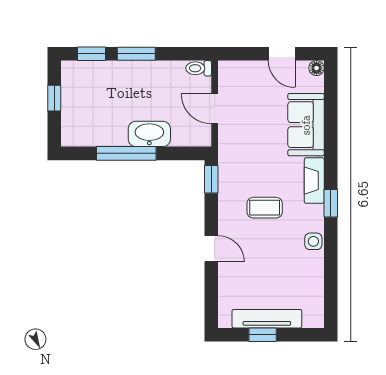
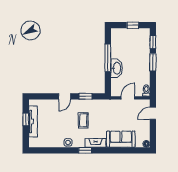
door: (282, 54) -> (153, 113), moved
window: (211, 179) -> (86, 96), moved

